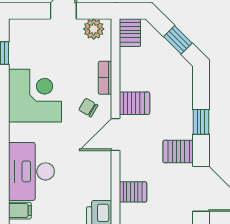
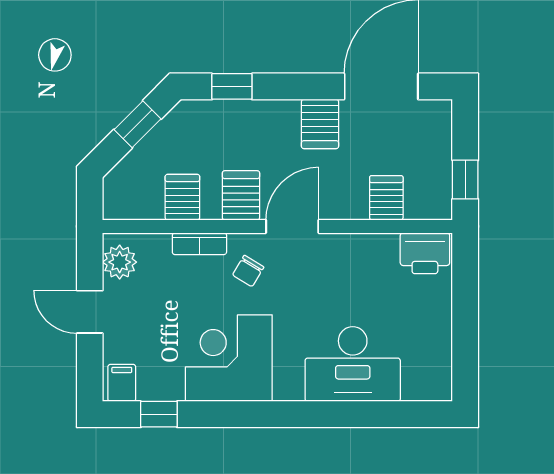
server rack: (130, 33) -> (182, 197), moved, turned -90
window: (201, 122) -> (232, 86), moved
door: (115, 134) -> (292, 226), swing flipped
filing cabinet: (20, 211) -> (122, 383), moved

